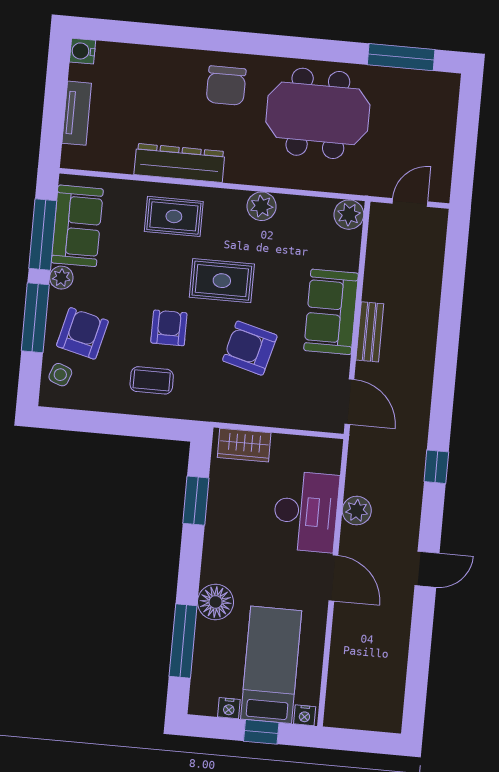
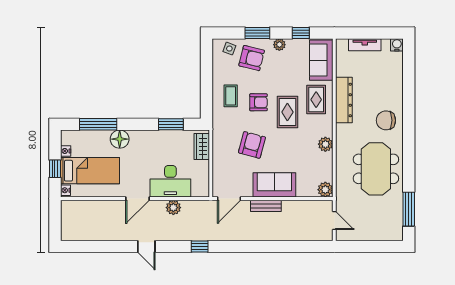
sofa: (77, 226) -> (321, 60), moved, turned 90
window: (43, 234) -> (301, 33), width x0.46
rug: (222, 281) -> (287, 112), moved
window: (35, 318) -> (257, 33), width x0.69

